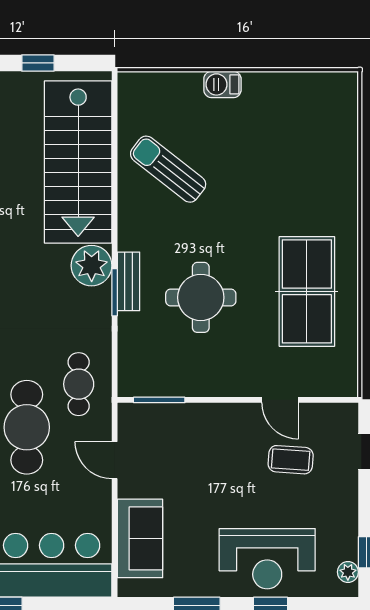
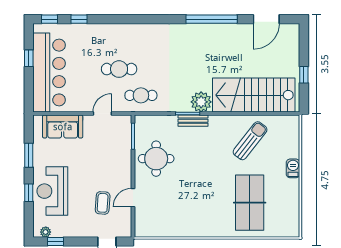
table tennis table: (307, 291) -> (250, 203), moved, turned 90
round table: (201, 297) -> (156, 159), moved
cafe table: (27, 427) -> (119, 69), width x0.73, depth x0.74

